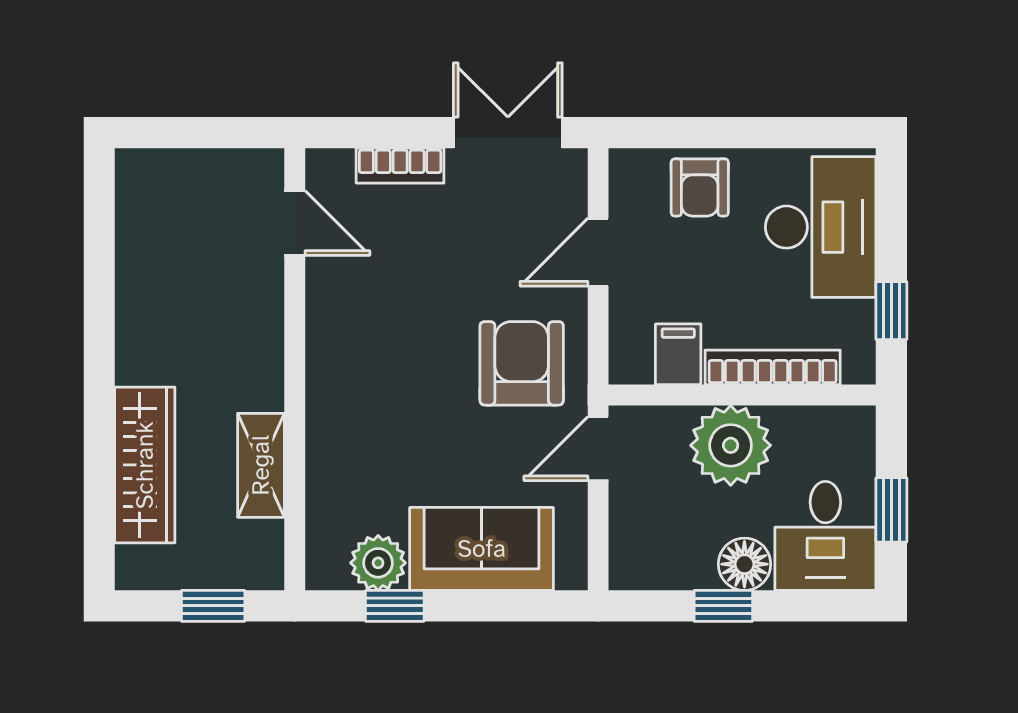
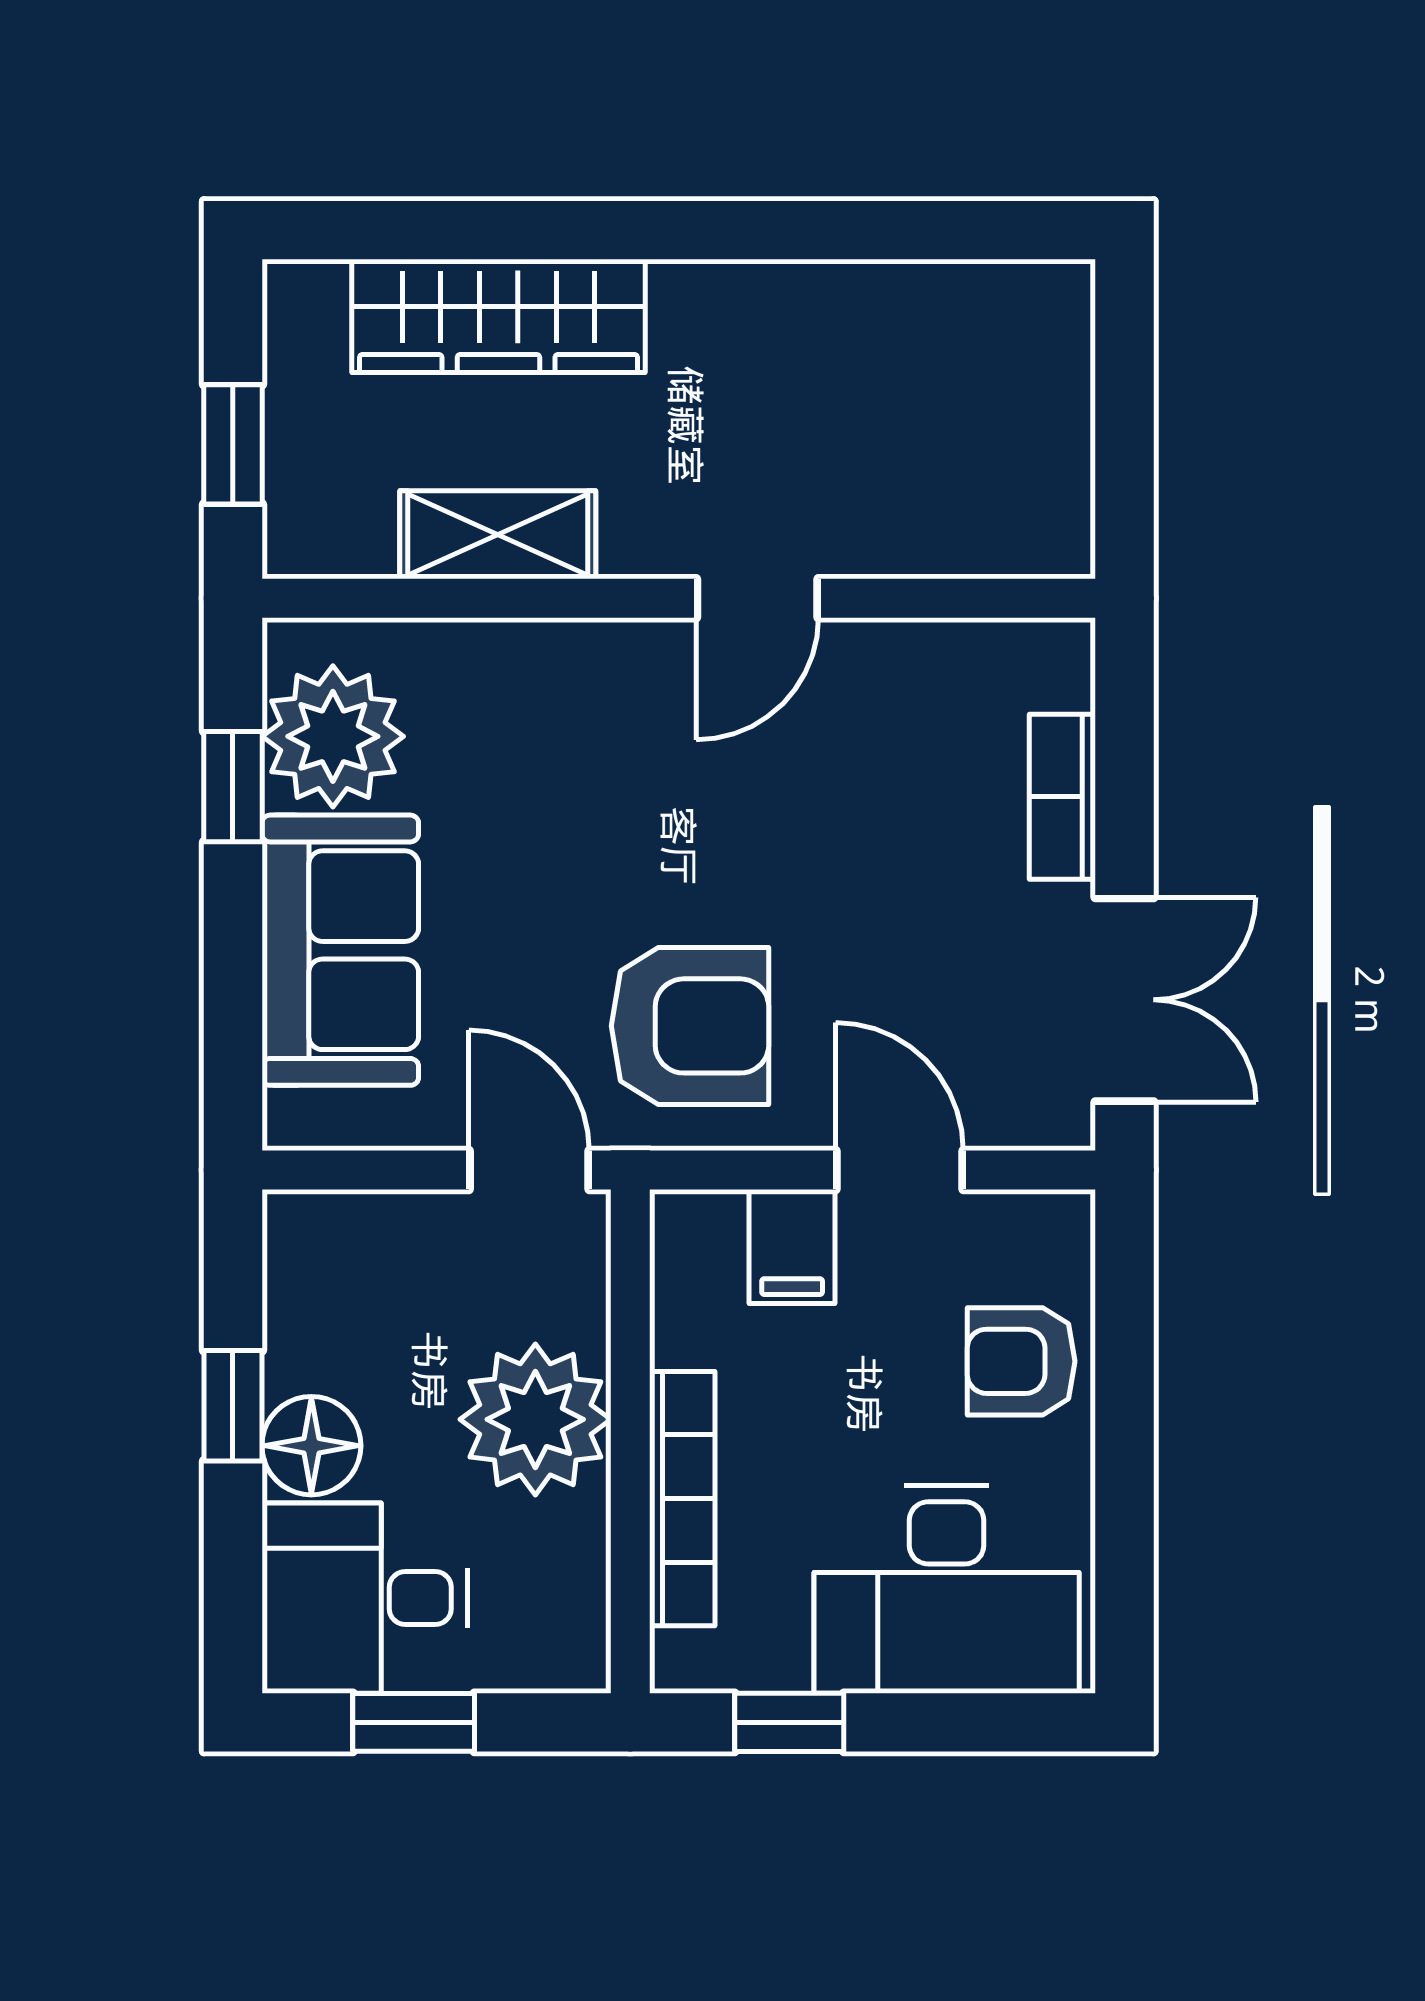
door: (295, 223) -> (757, 598), moved
filing cabinet: (678, 354) -> (792, 1247), moved, turned 90
plant: (378, 563) -> (333, 736), width x1.36, depth x1.36

